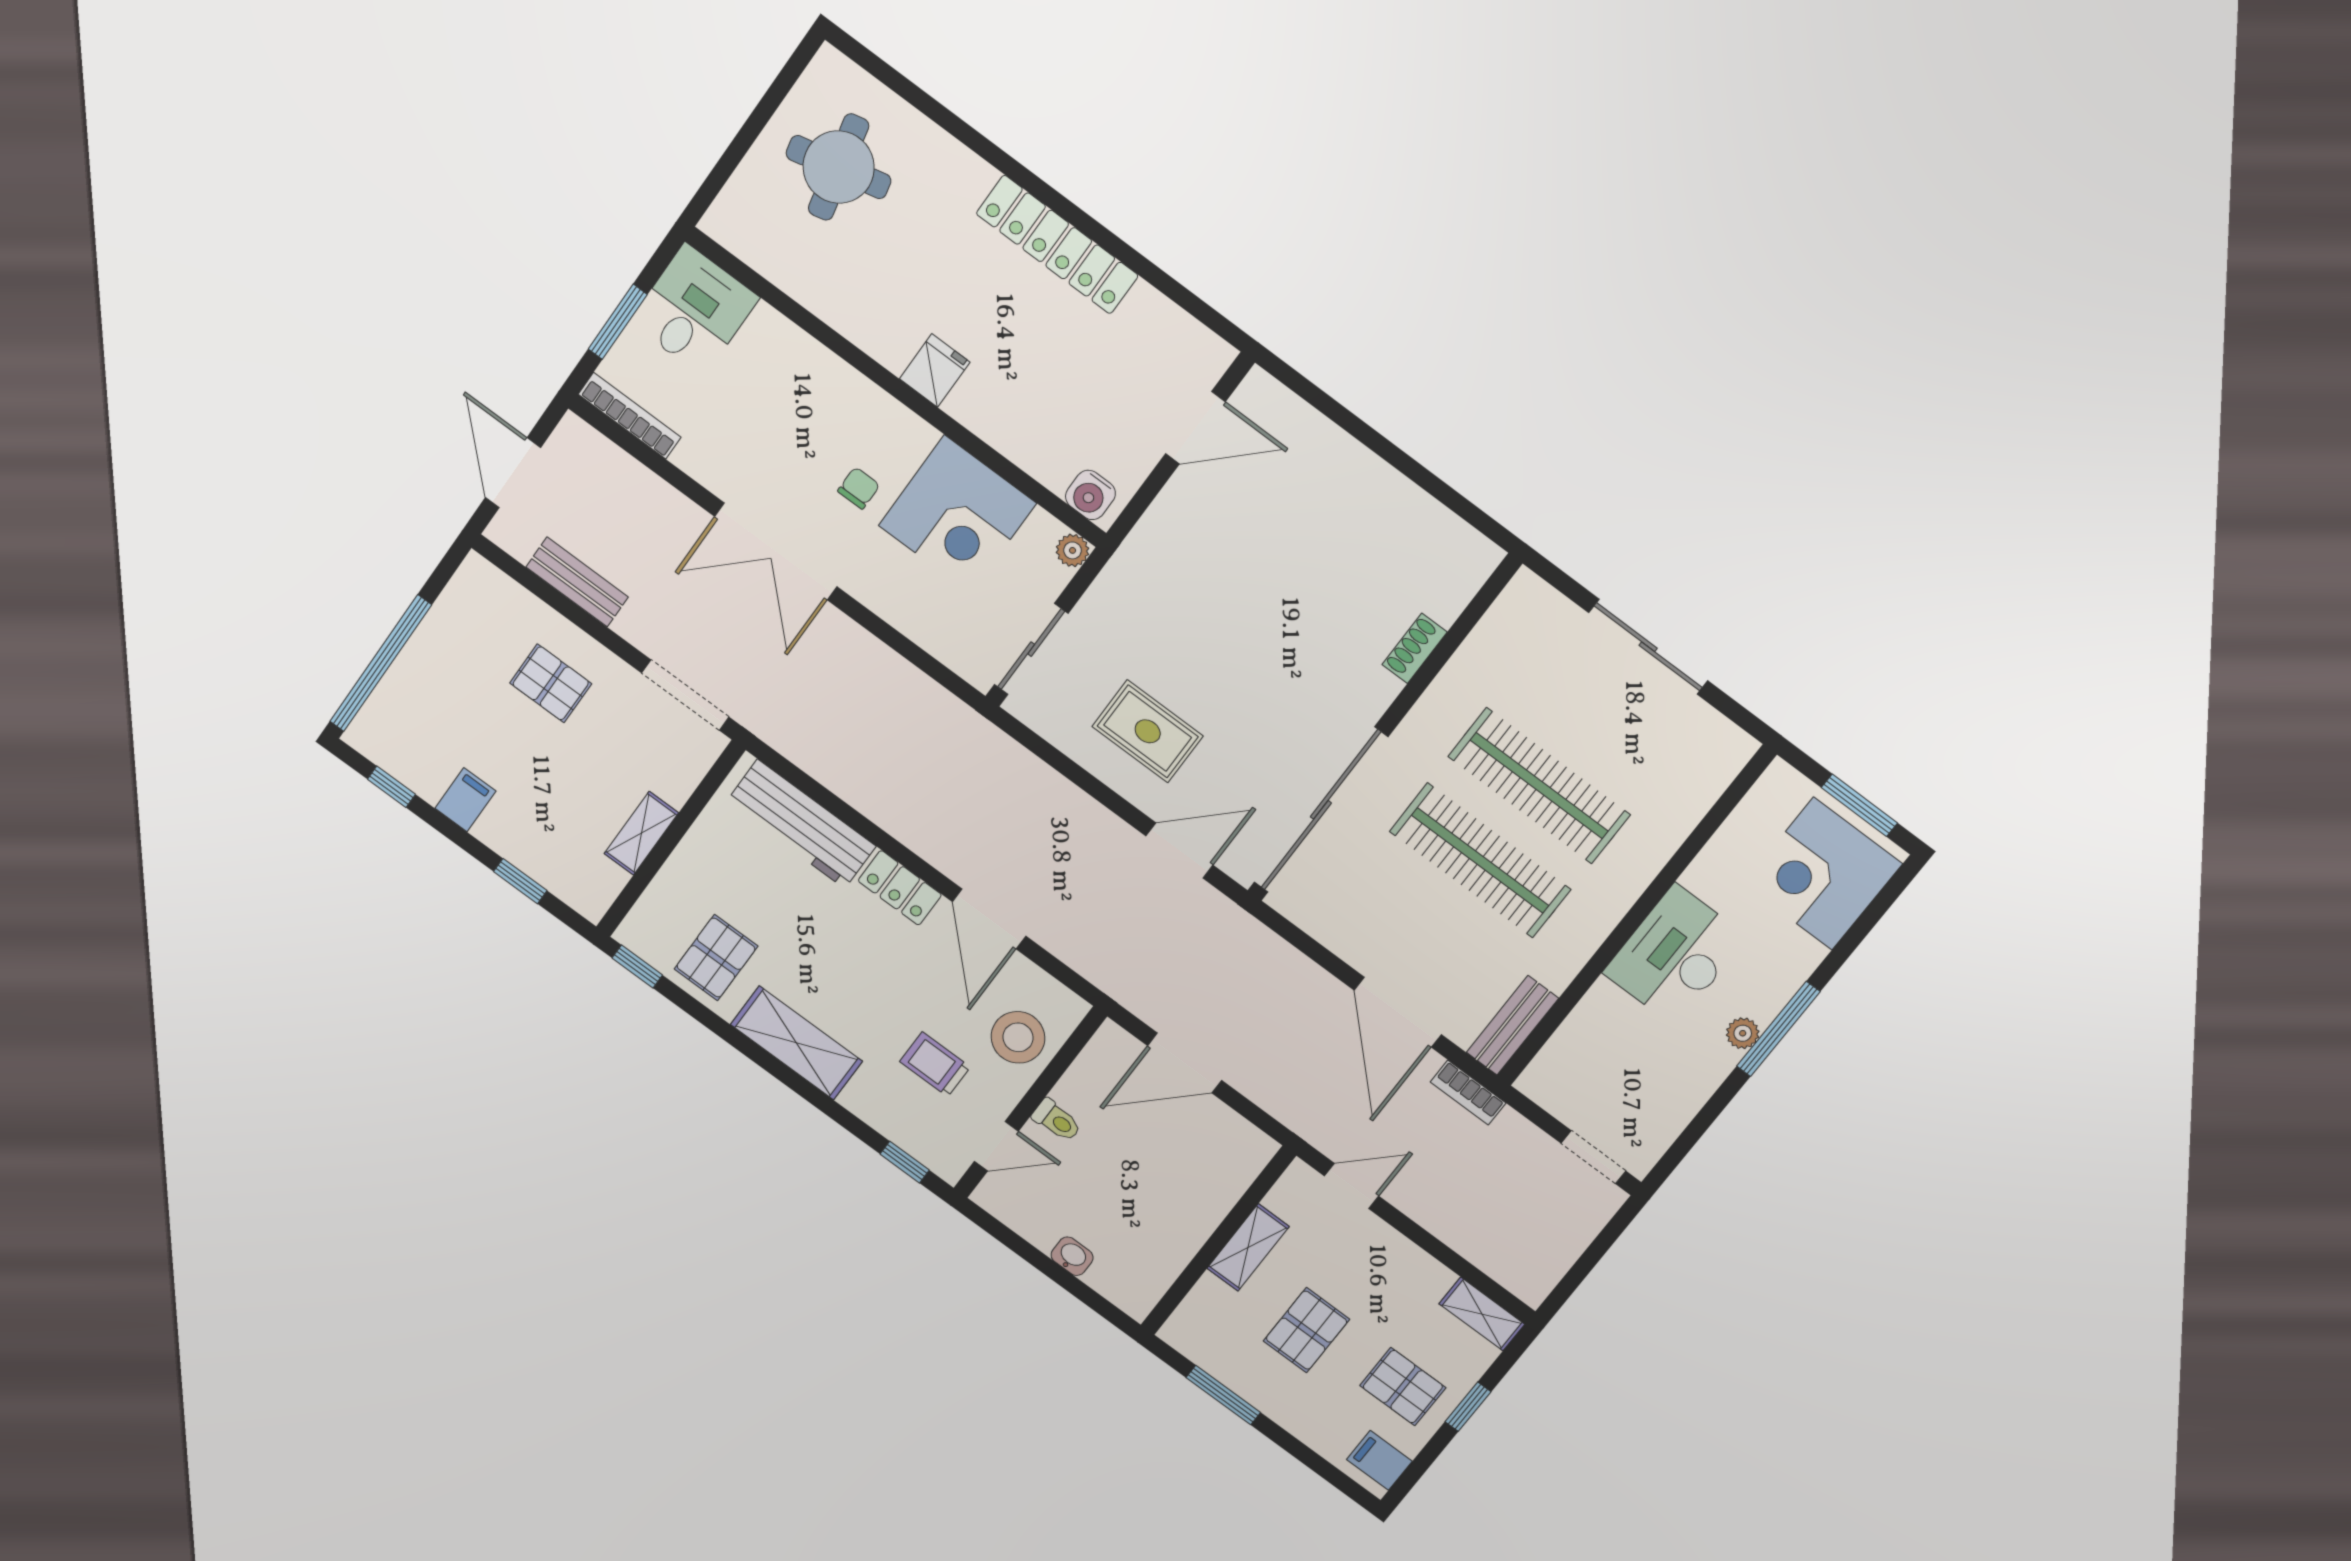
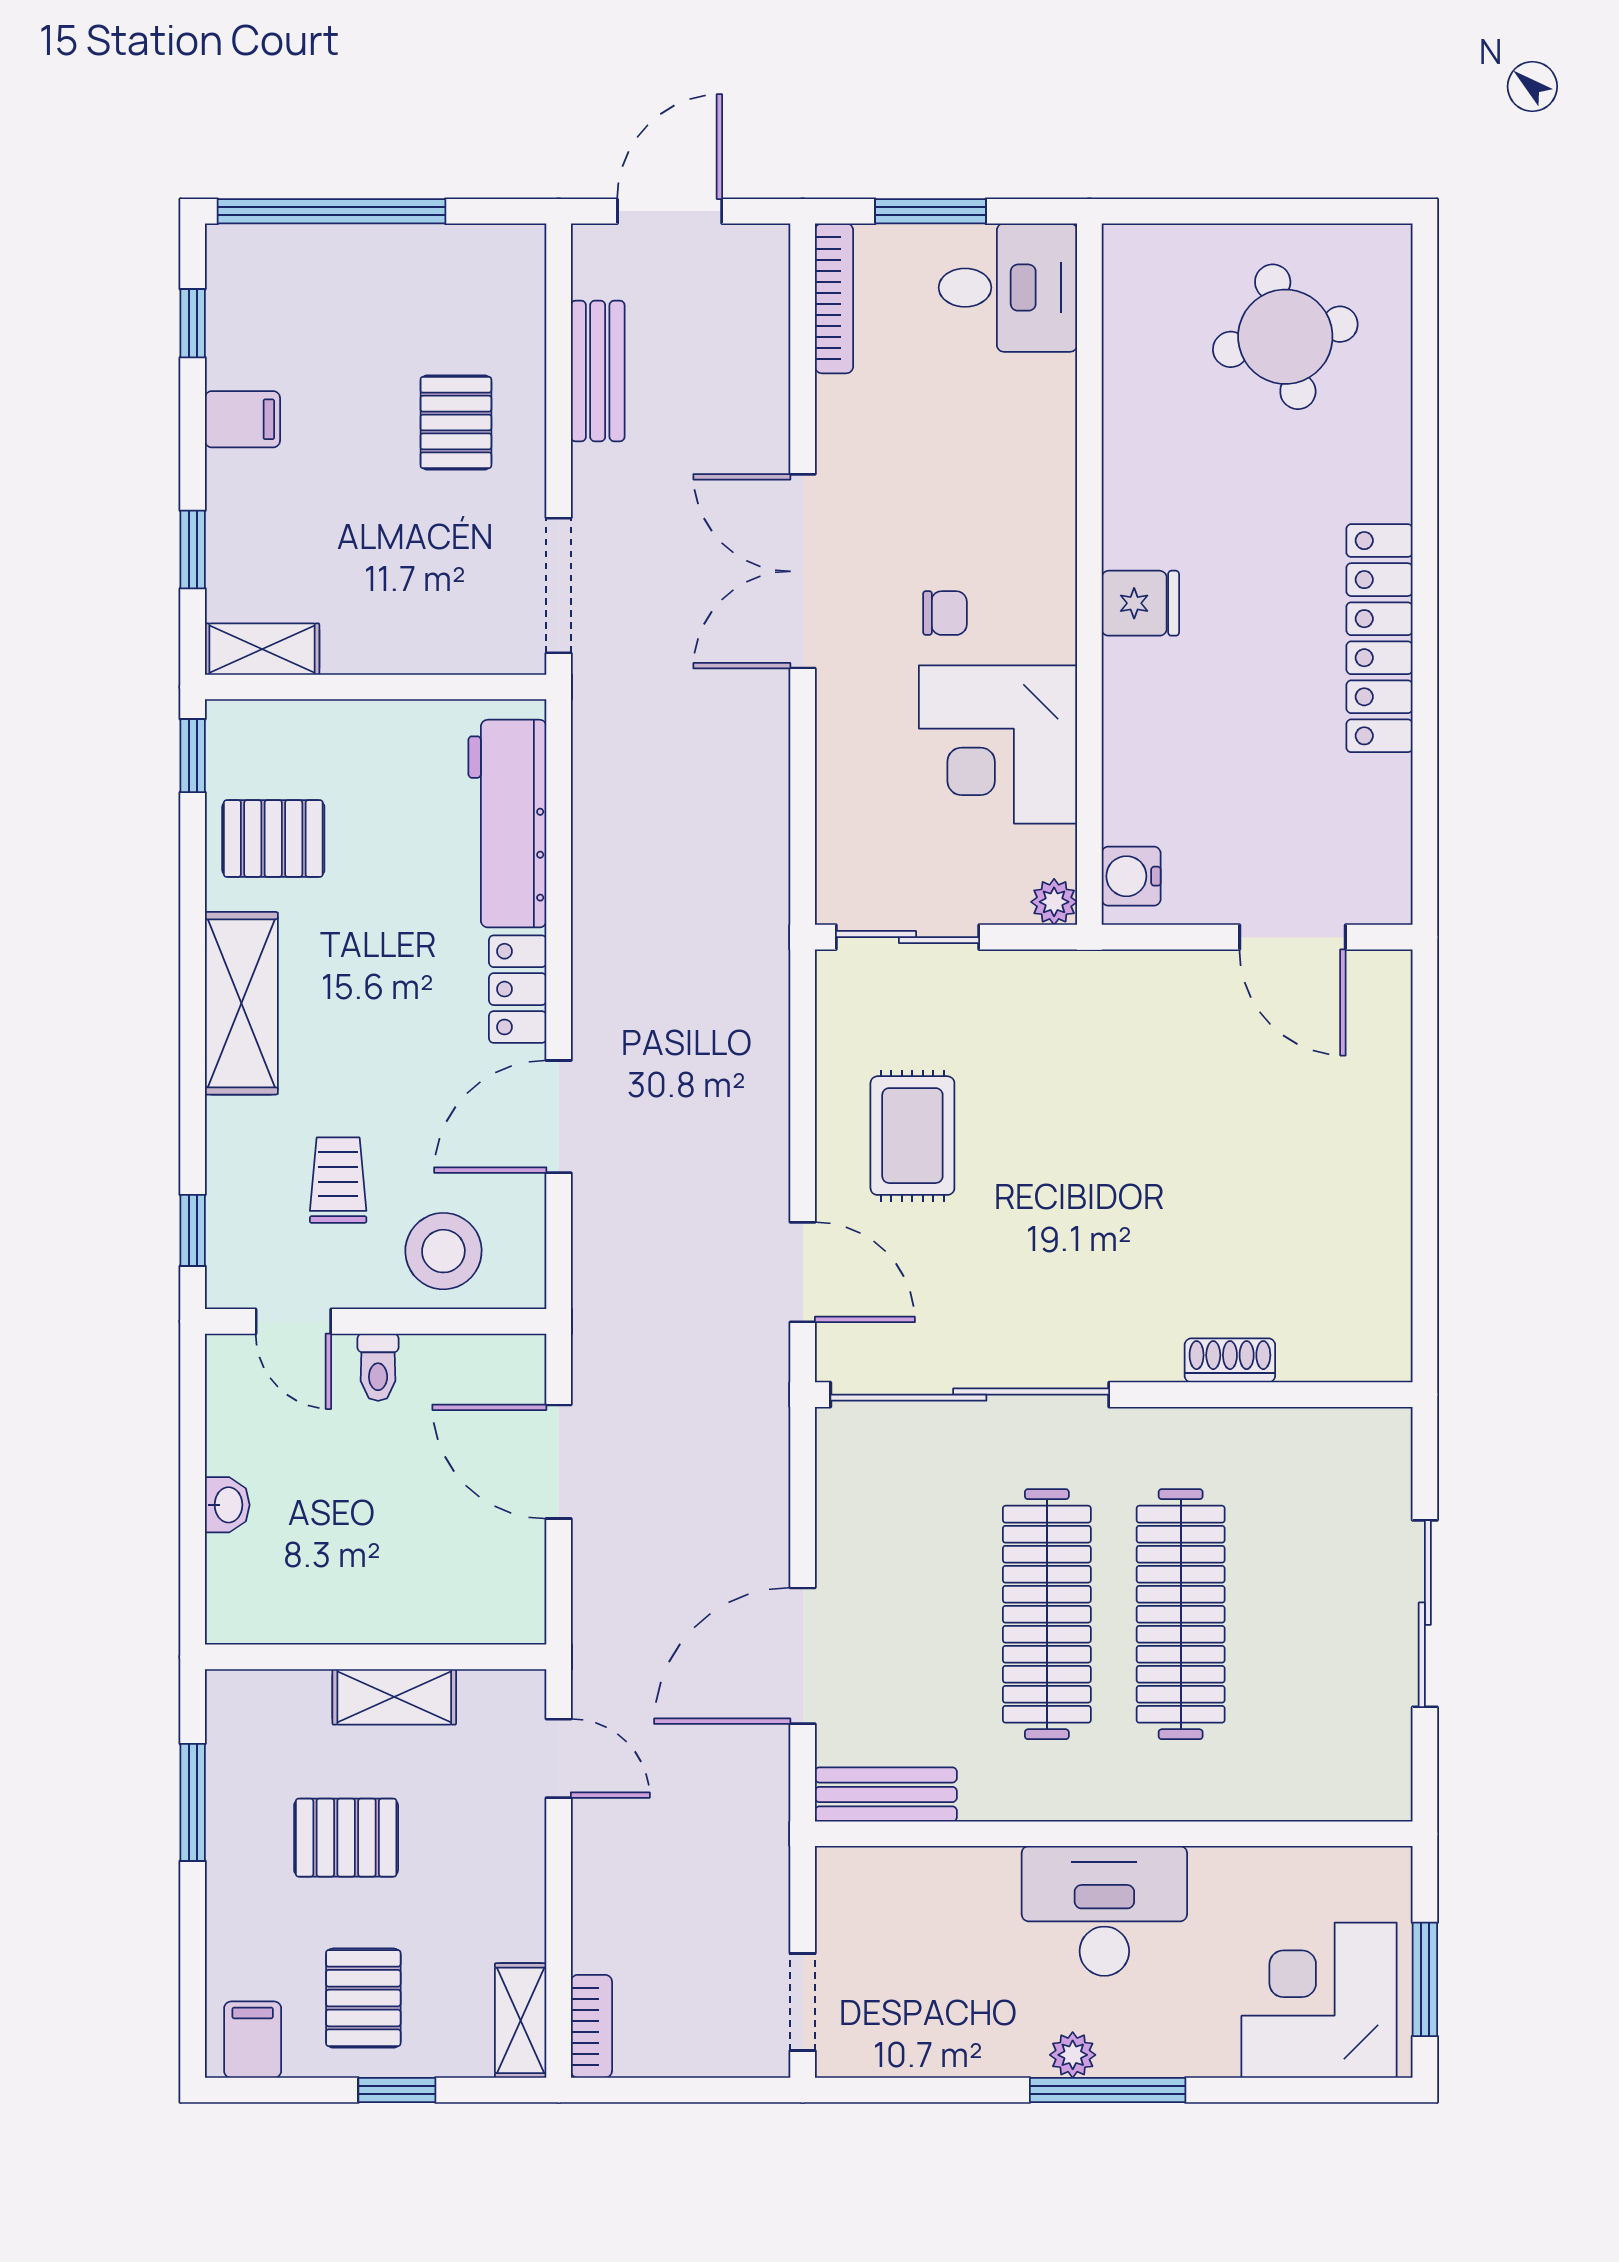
shelving: (641, 833) -> (262, 649), moved
bookcase: (1468, 1092) -> (591, 2026), moved, turned 180

